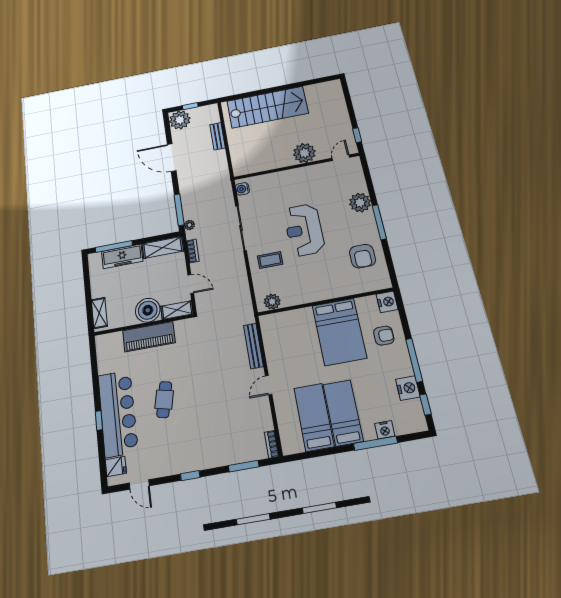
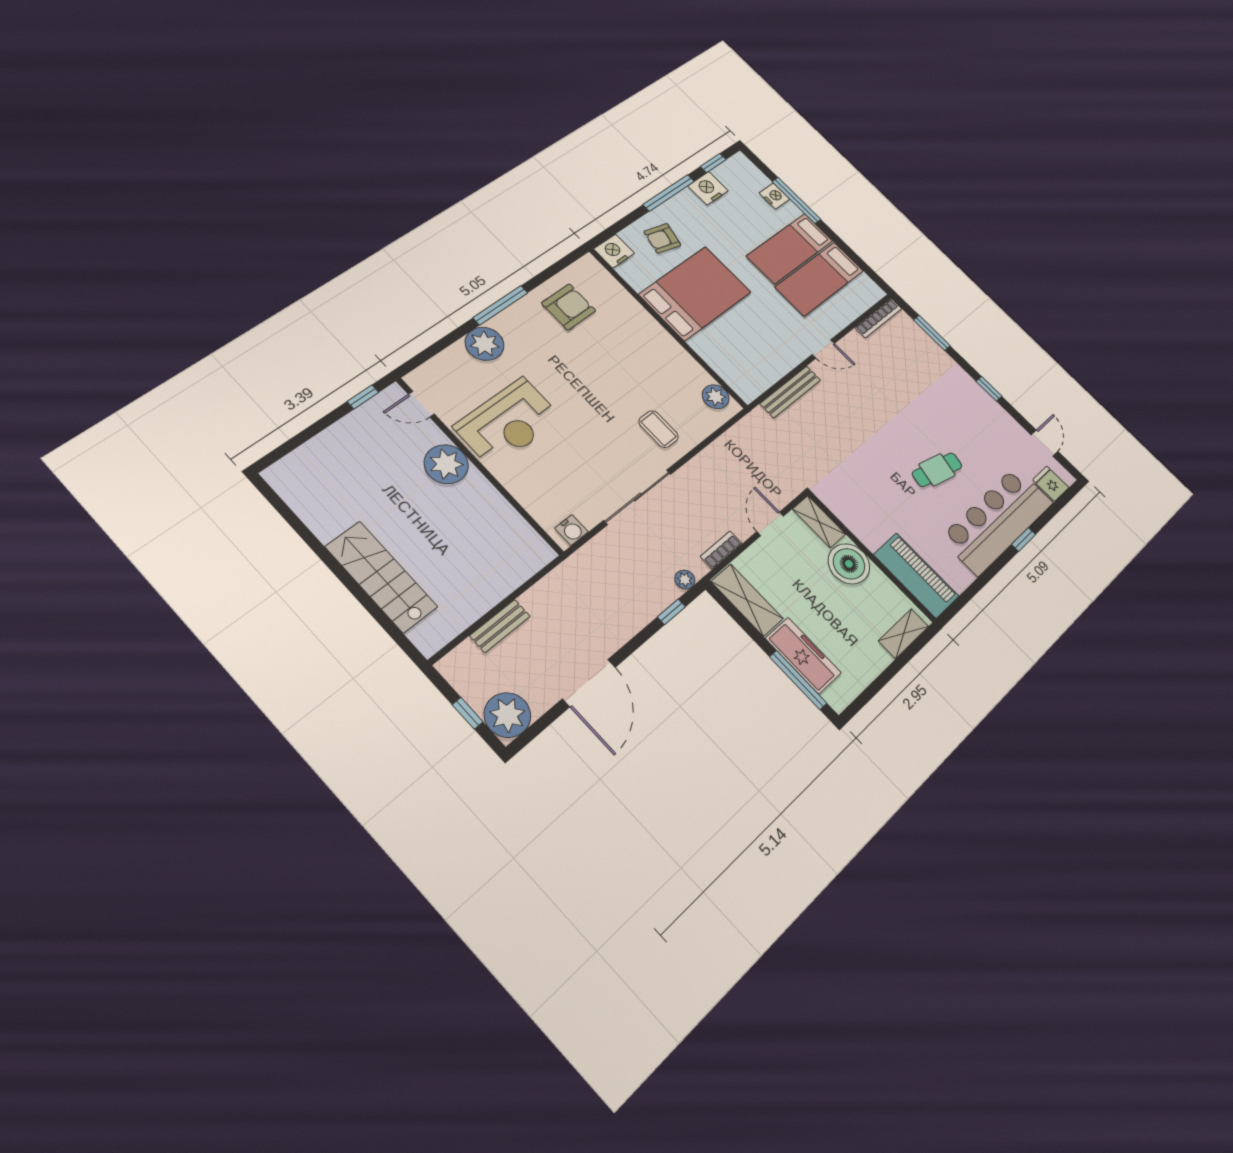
stairs: (267, 107) -> (381, 577), width x0.73, depth x0.66
window: (179, 210) -> (671, 612), width x0.46
reception desk: (304, 230) -> (508, 422), moved
armchair: (384, 336) -> (662, 238), turned -76
piano: (149, 337) -> (916, 575), moved
bookcase: (272, 444) -> (878, 318), width x1.56

